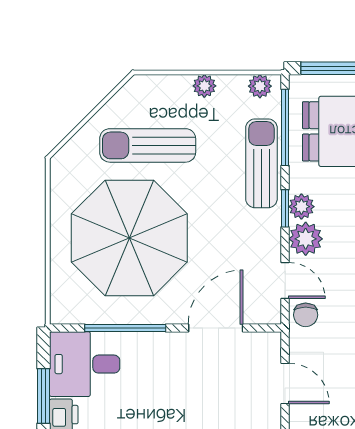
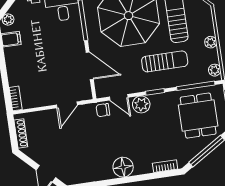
sun lounger: (261, 163) -> (165, 61), moved
plant: (301, 207) -> (157, 100), removed
door: (285, 281) -> (119, 97), hinge flipped

